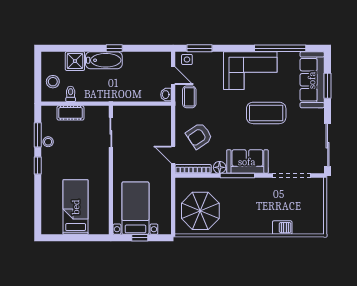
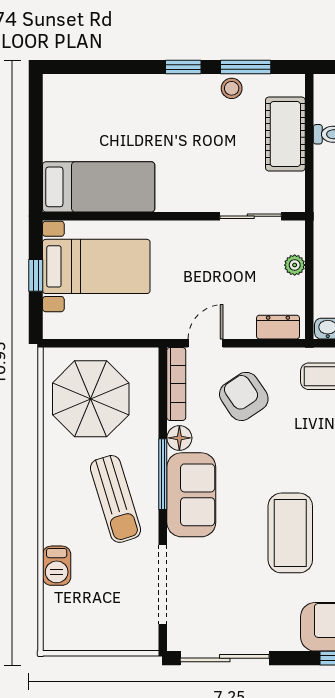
plant: (135, 111) -> (295, 265), added
cot: (70, 113) -> (285, 134), width x1.37, depth x1.34
dresser: (165, 119) -> (278, 327), added
sun lounger: (249, 199) -> (115, 499), added
bed: (76, 207) -> (99, 187), moved

